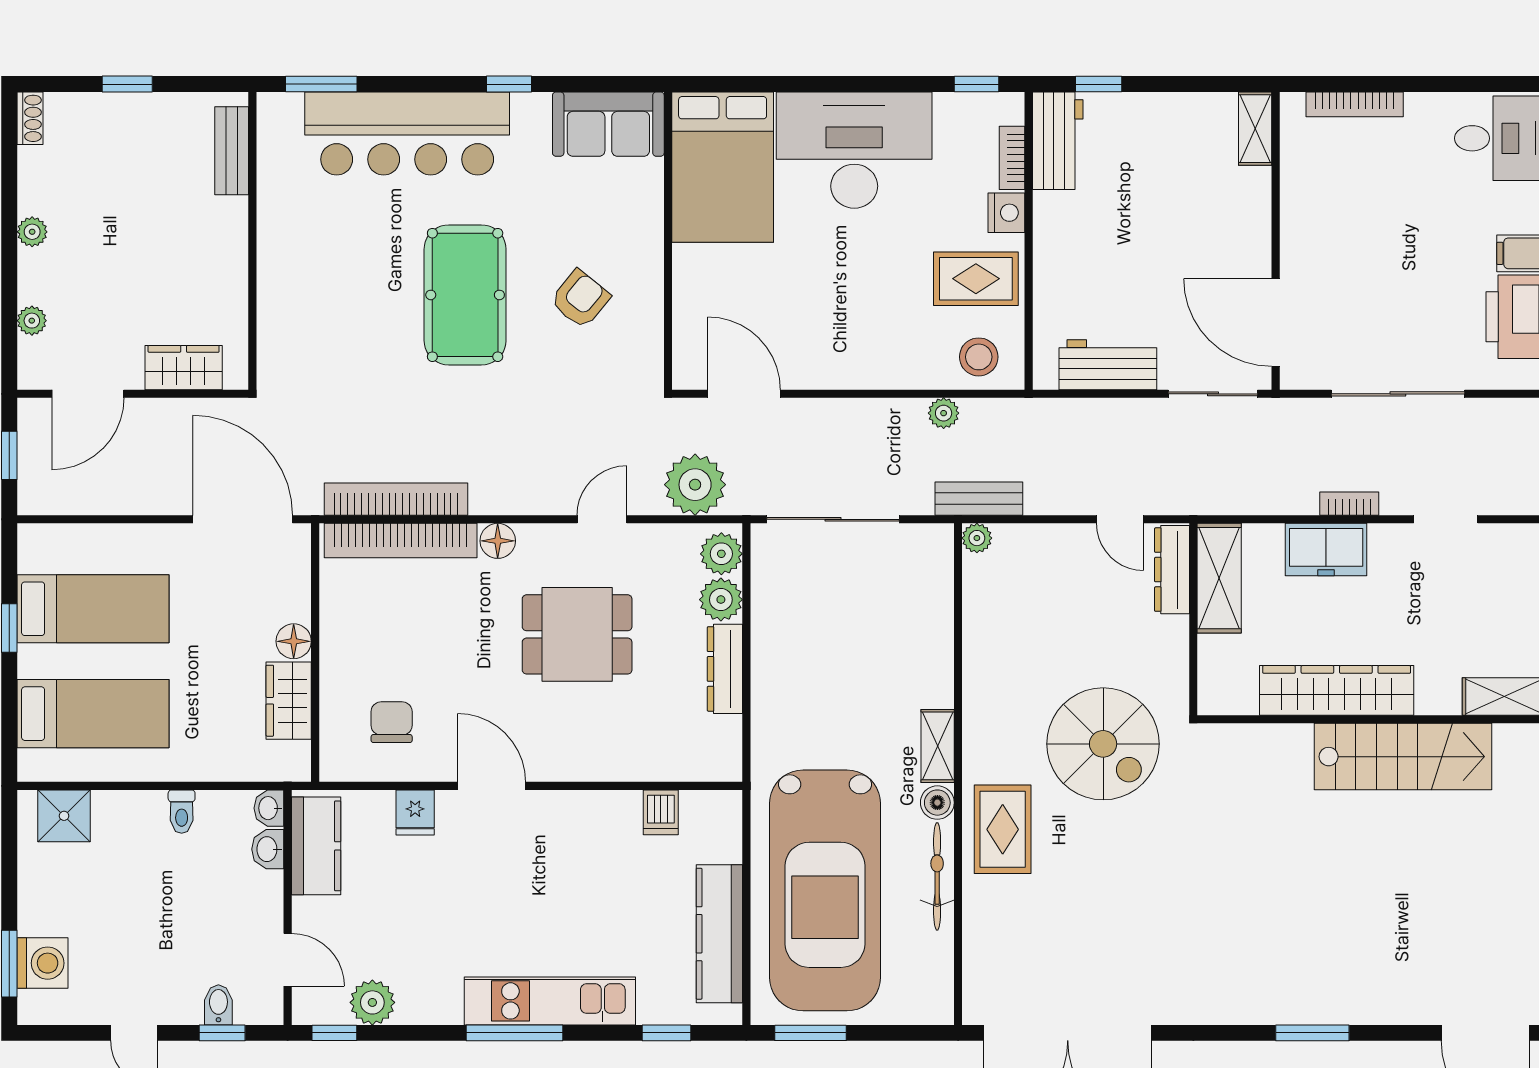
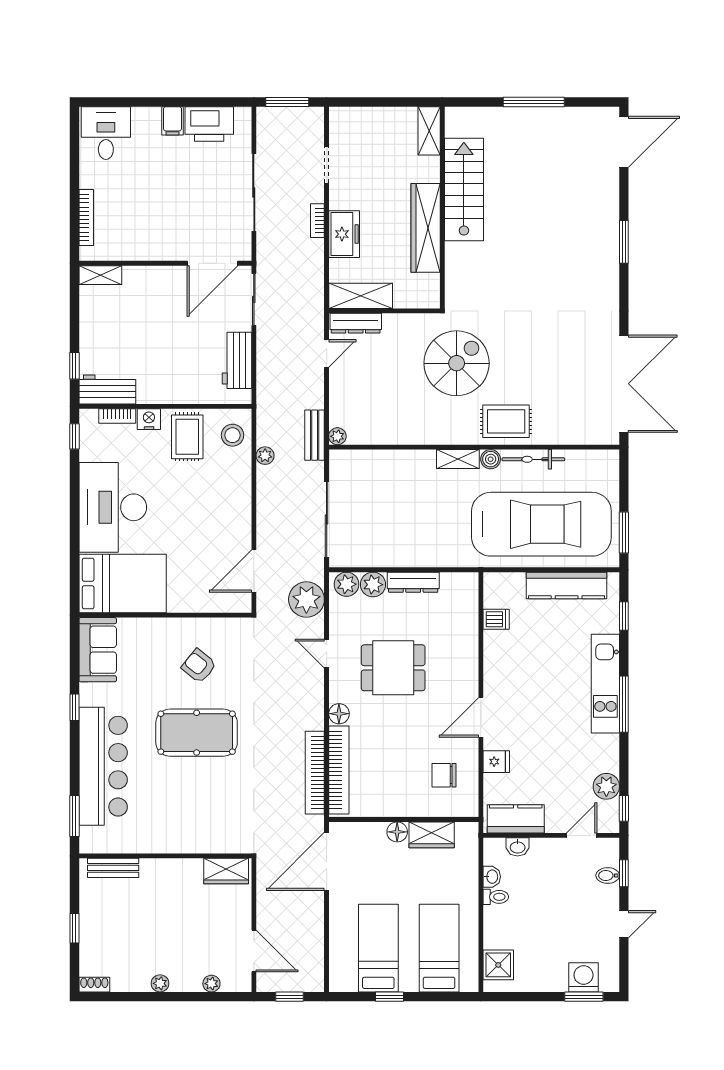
wardrobe: (184, 368) -> (226, 871), moved, turned -90
dining table: (577, 634) -> (393, 668), turned 90
washbasin: (269, 808) -> (492, 877), moved, turned -90

